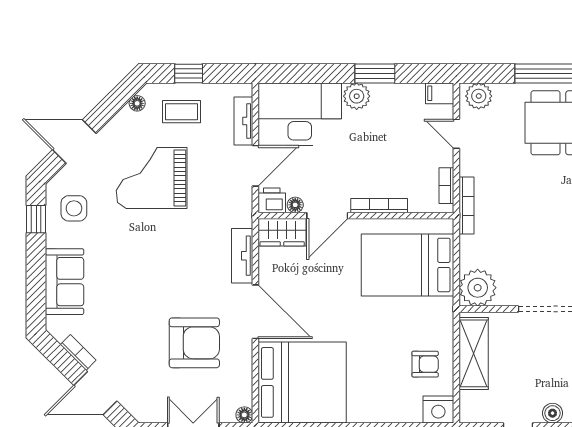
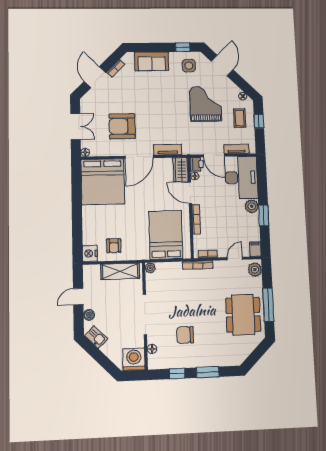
plant: (478, 288) -> (150, 268), width x0.53, depth x0.53
armchair: (194, 343) -> (122, 126), turned 90

